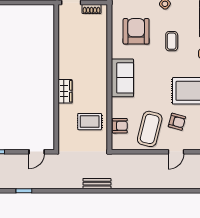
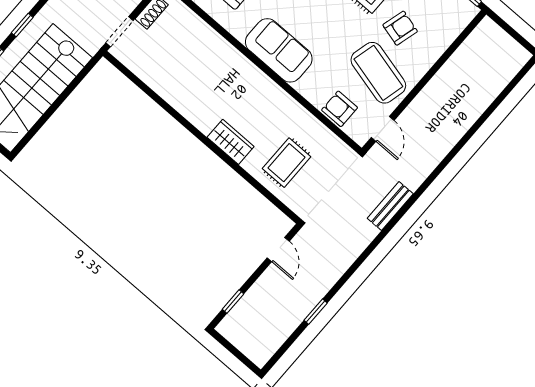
rug: (90, 122) -> (287, 163), moved
armchair: (120, 126) -> (340, 109), turned -90
door: (176, 152) -> (383, 129), moved

